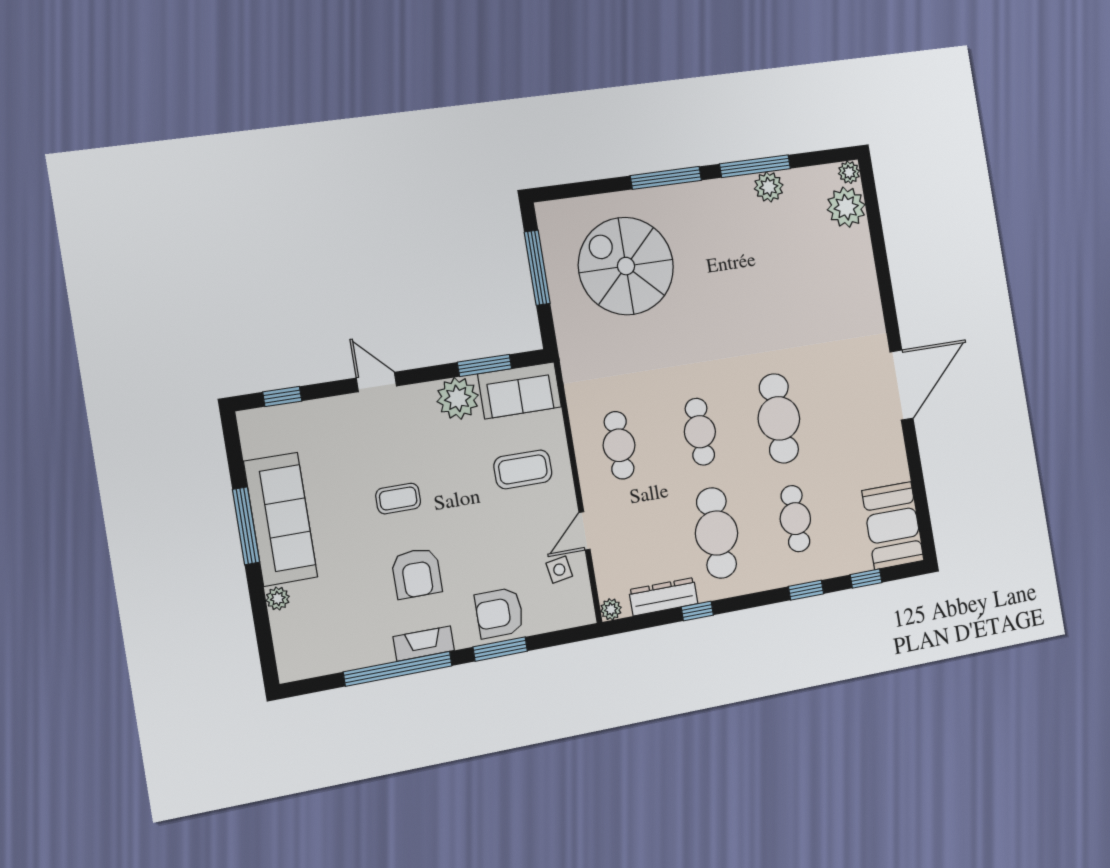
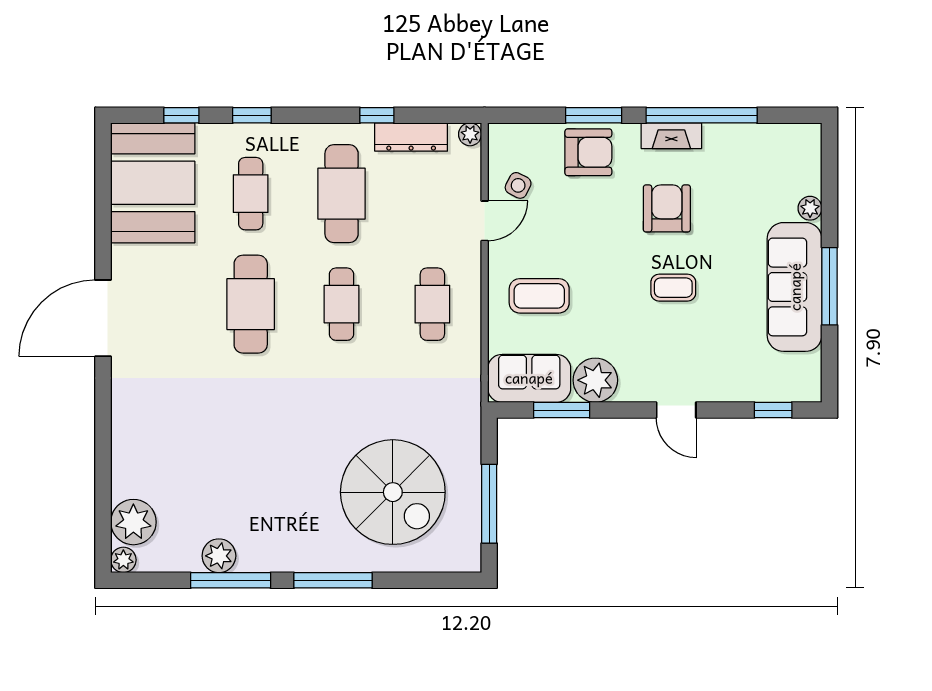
booth: (893, 526) -> (153, 183), width x1.36, depth x1.42
side table: (559, 570) -> (518, 185), turned 37

